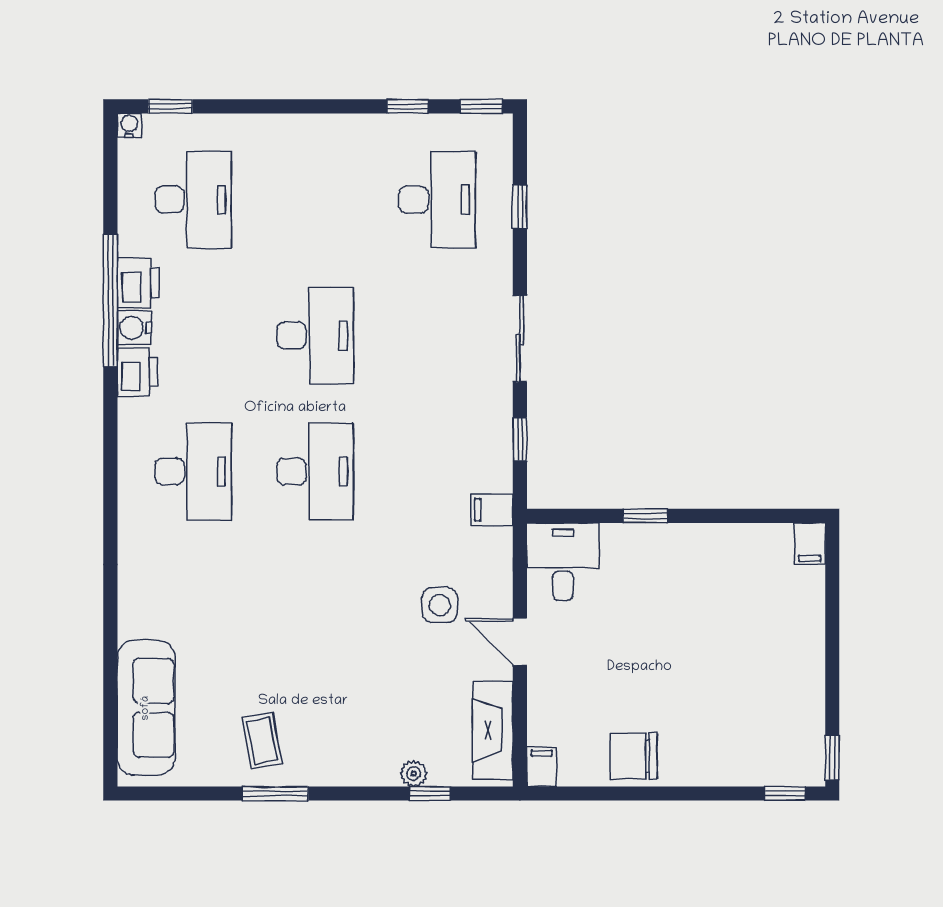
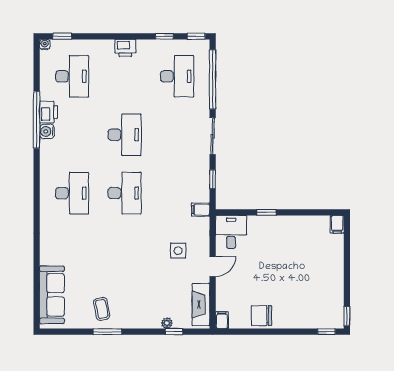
window: (520, 207) -> (213, 79), width x3.17
printer: (137, 372) -> (125, 48), moved, turned 90
door: (520, 642) -> (213, 266), swing flipped

